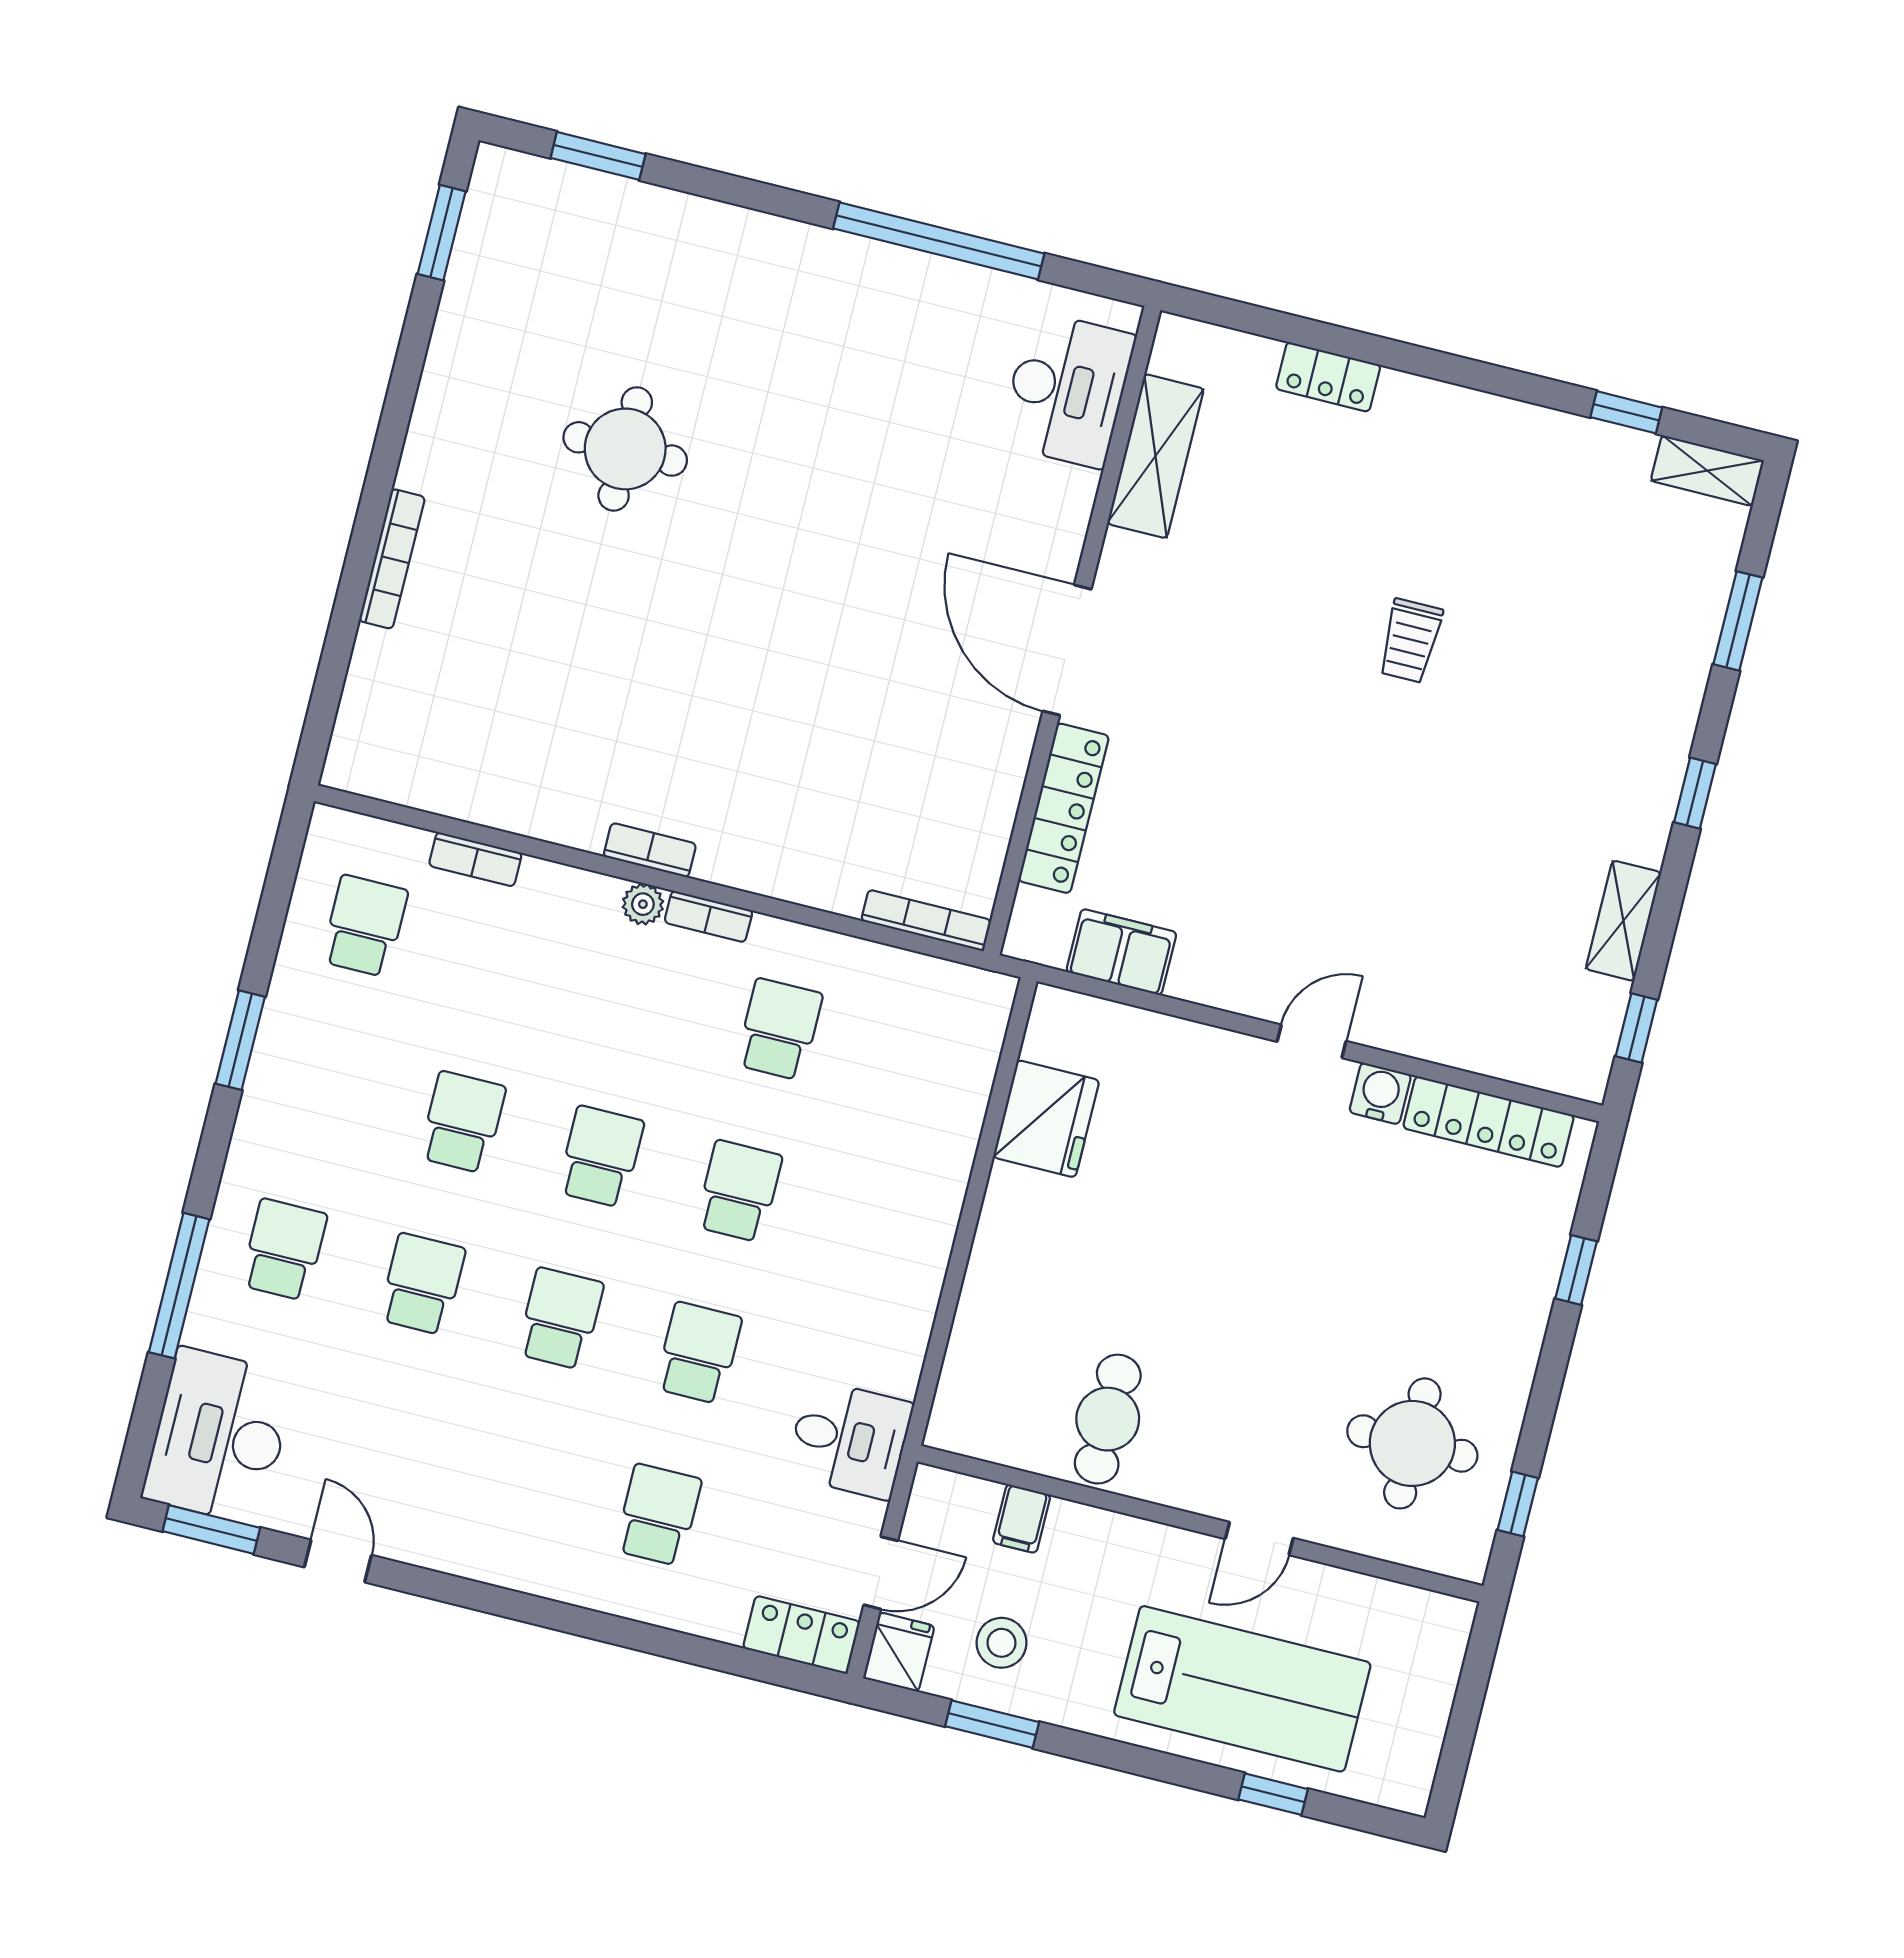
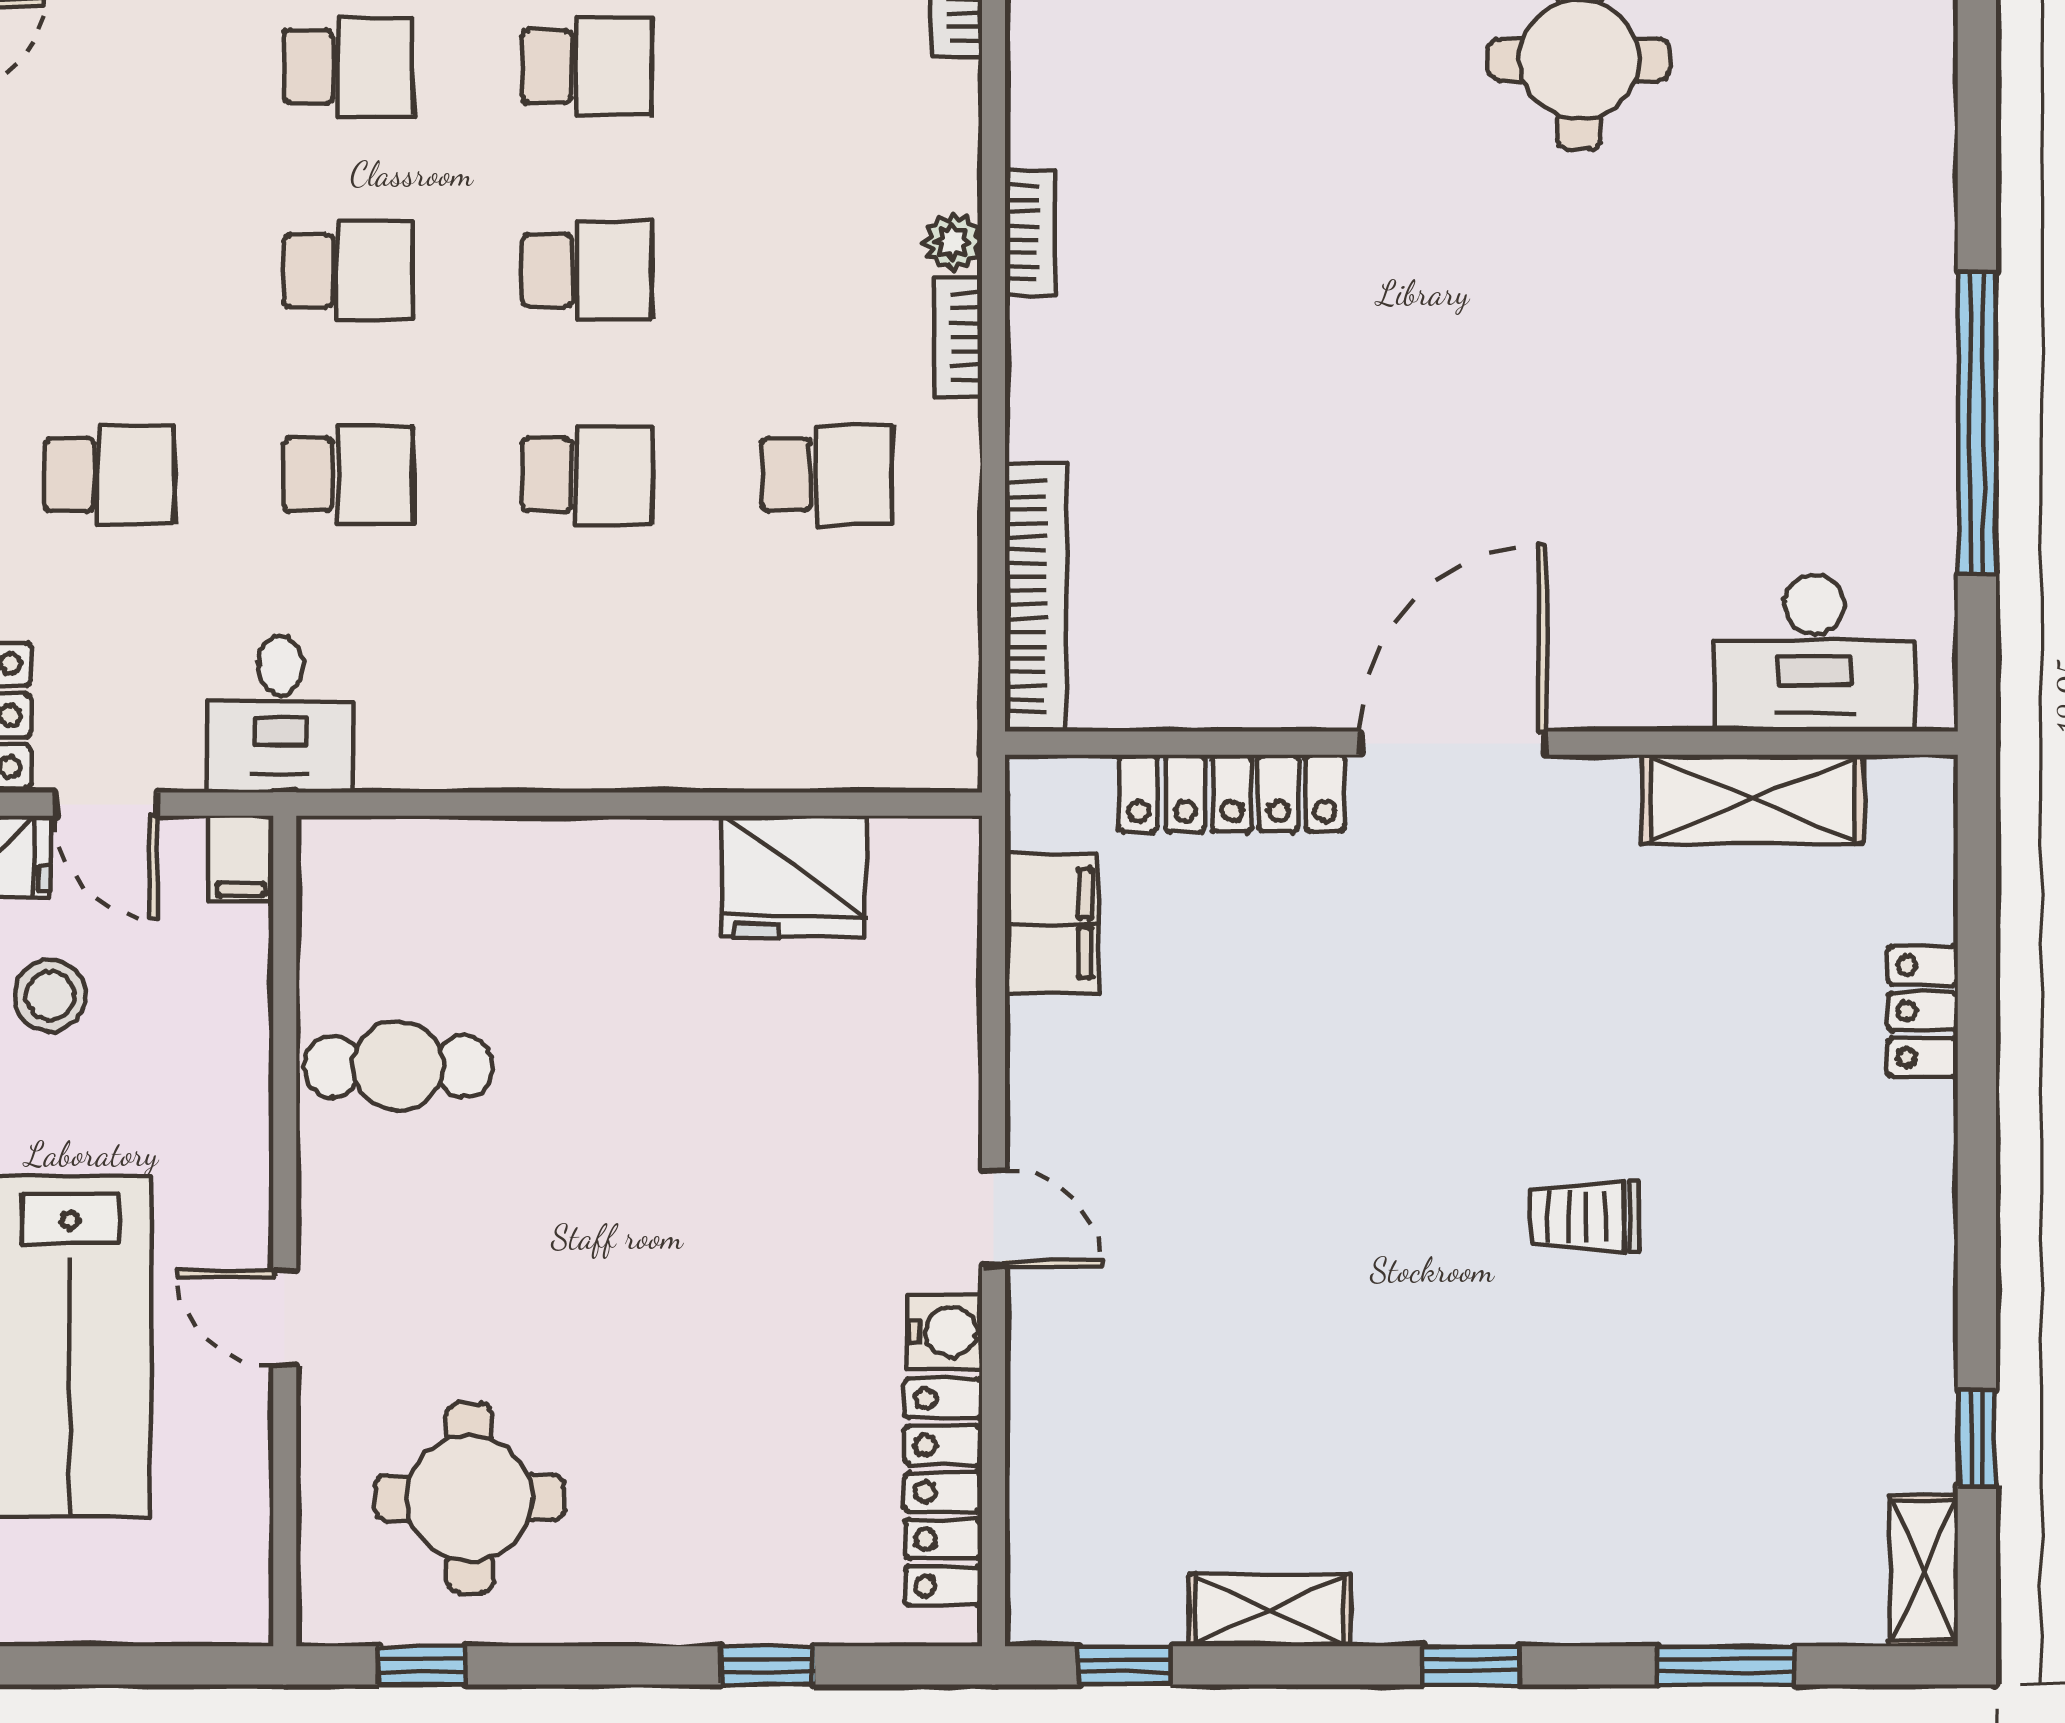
bookcase: (926, 920) -> (1035, 597), width x1.48, depth x1.31
filing cabinet: (1022, 1519) -> (241, 859), moved, turned -90

